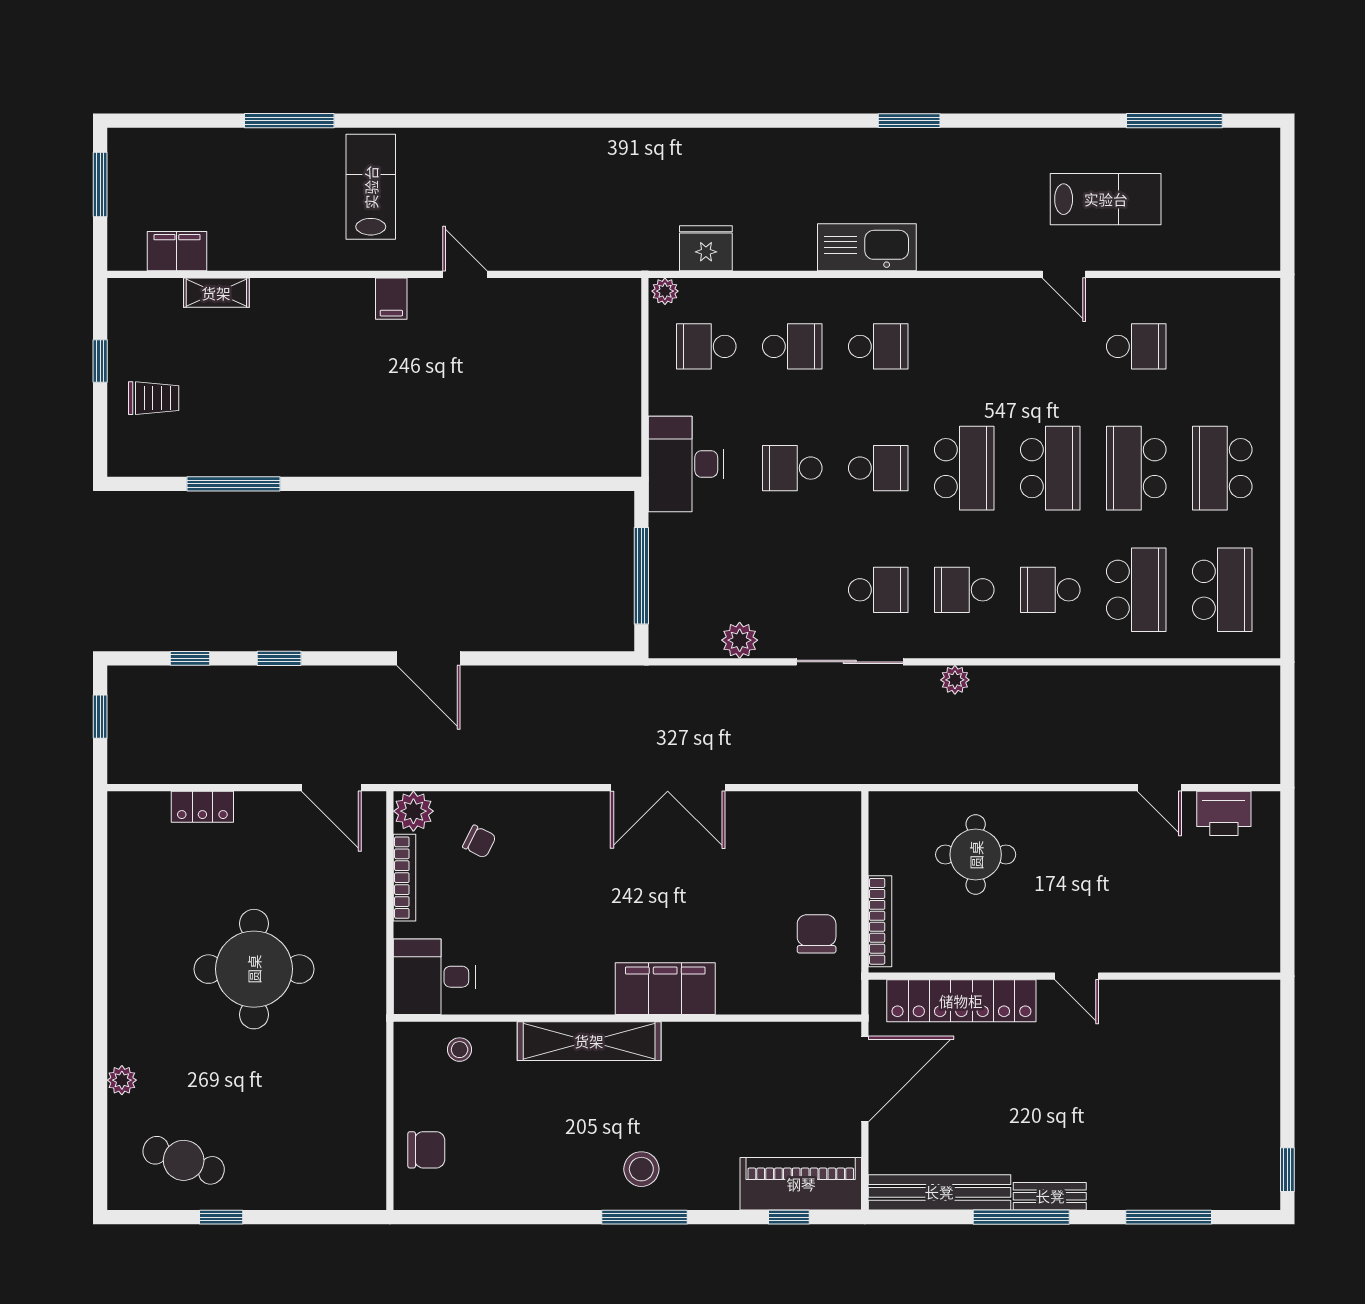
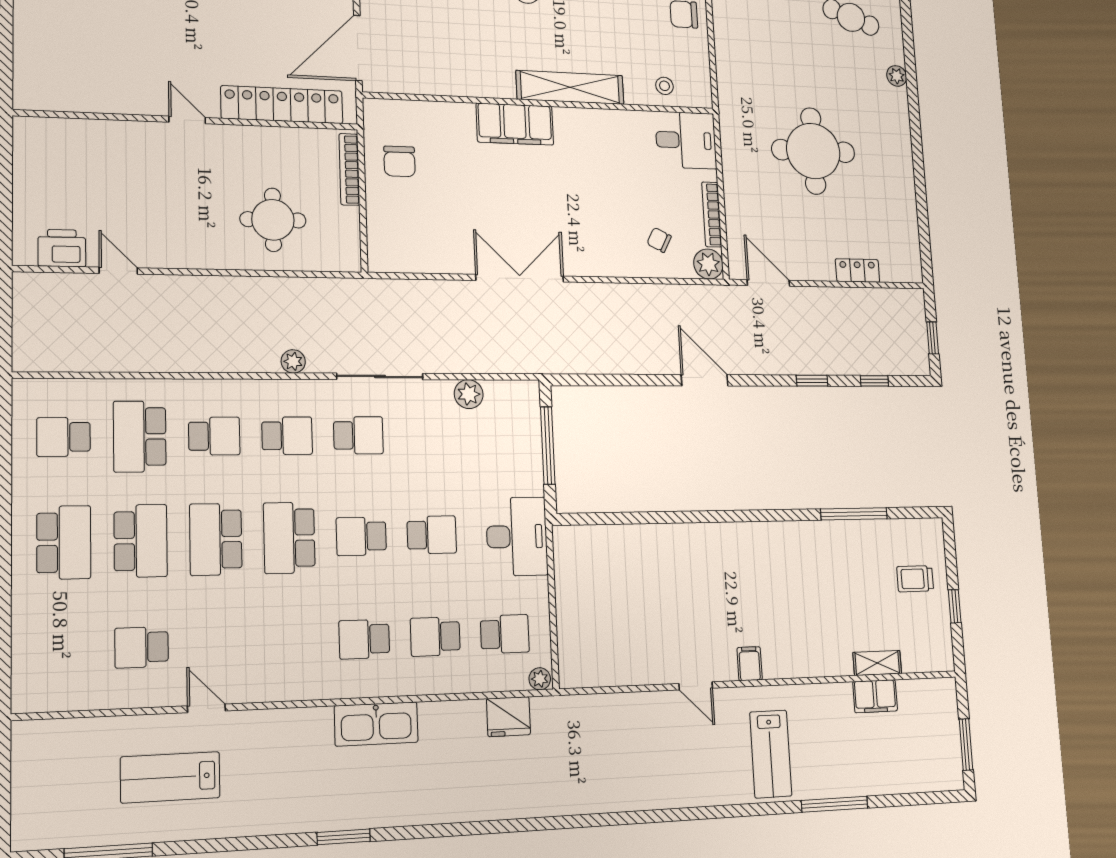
filing cabinet: (177, 251) -> (875, 696), moved
school desk: (878, 590) -> (358, 435), turned 180
school desk: (1222, 590) -> (64, 437), width x0.54

